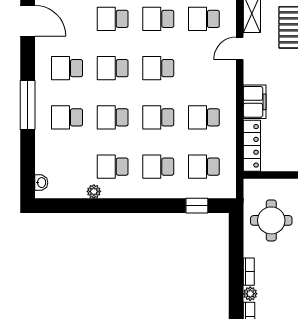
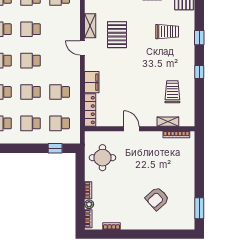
school desk: (204, 19) -> (60, 29), removed
door: (240, 48) -> (82, 48), hinge flipped

